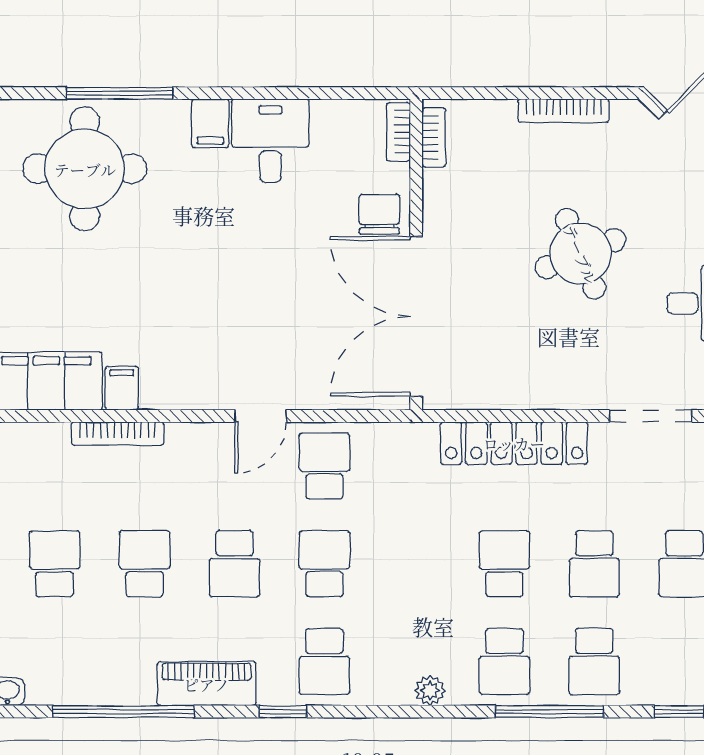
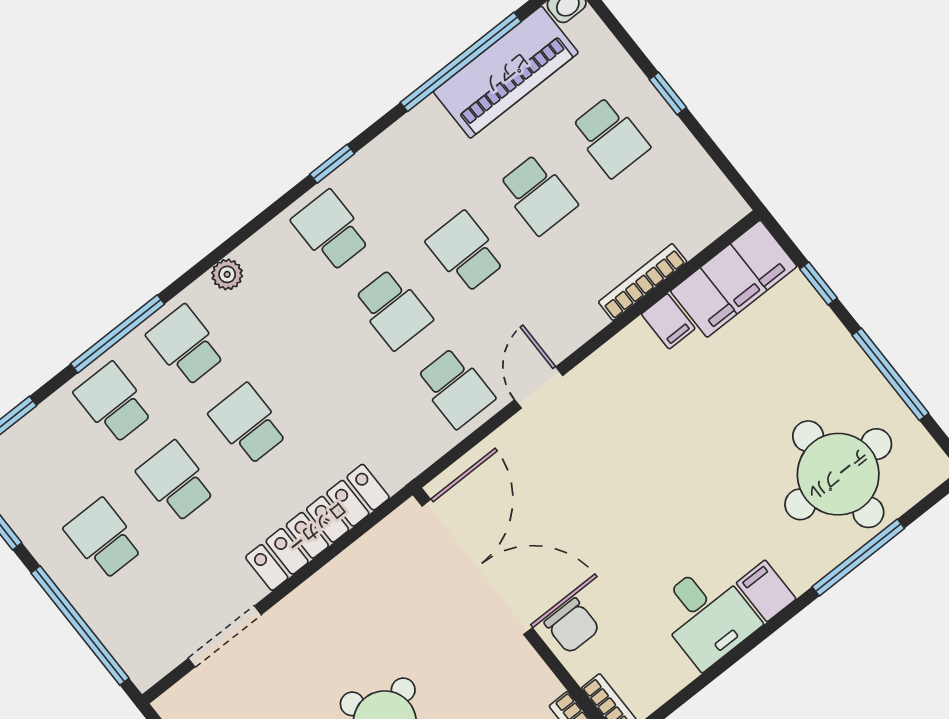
school desk: (504, 564) -> (248, 424), turned 180
piano: (207, 684) -> (506, 72), moved, width x1.37, depth x1.33

